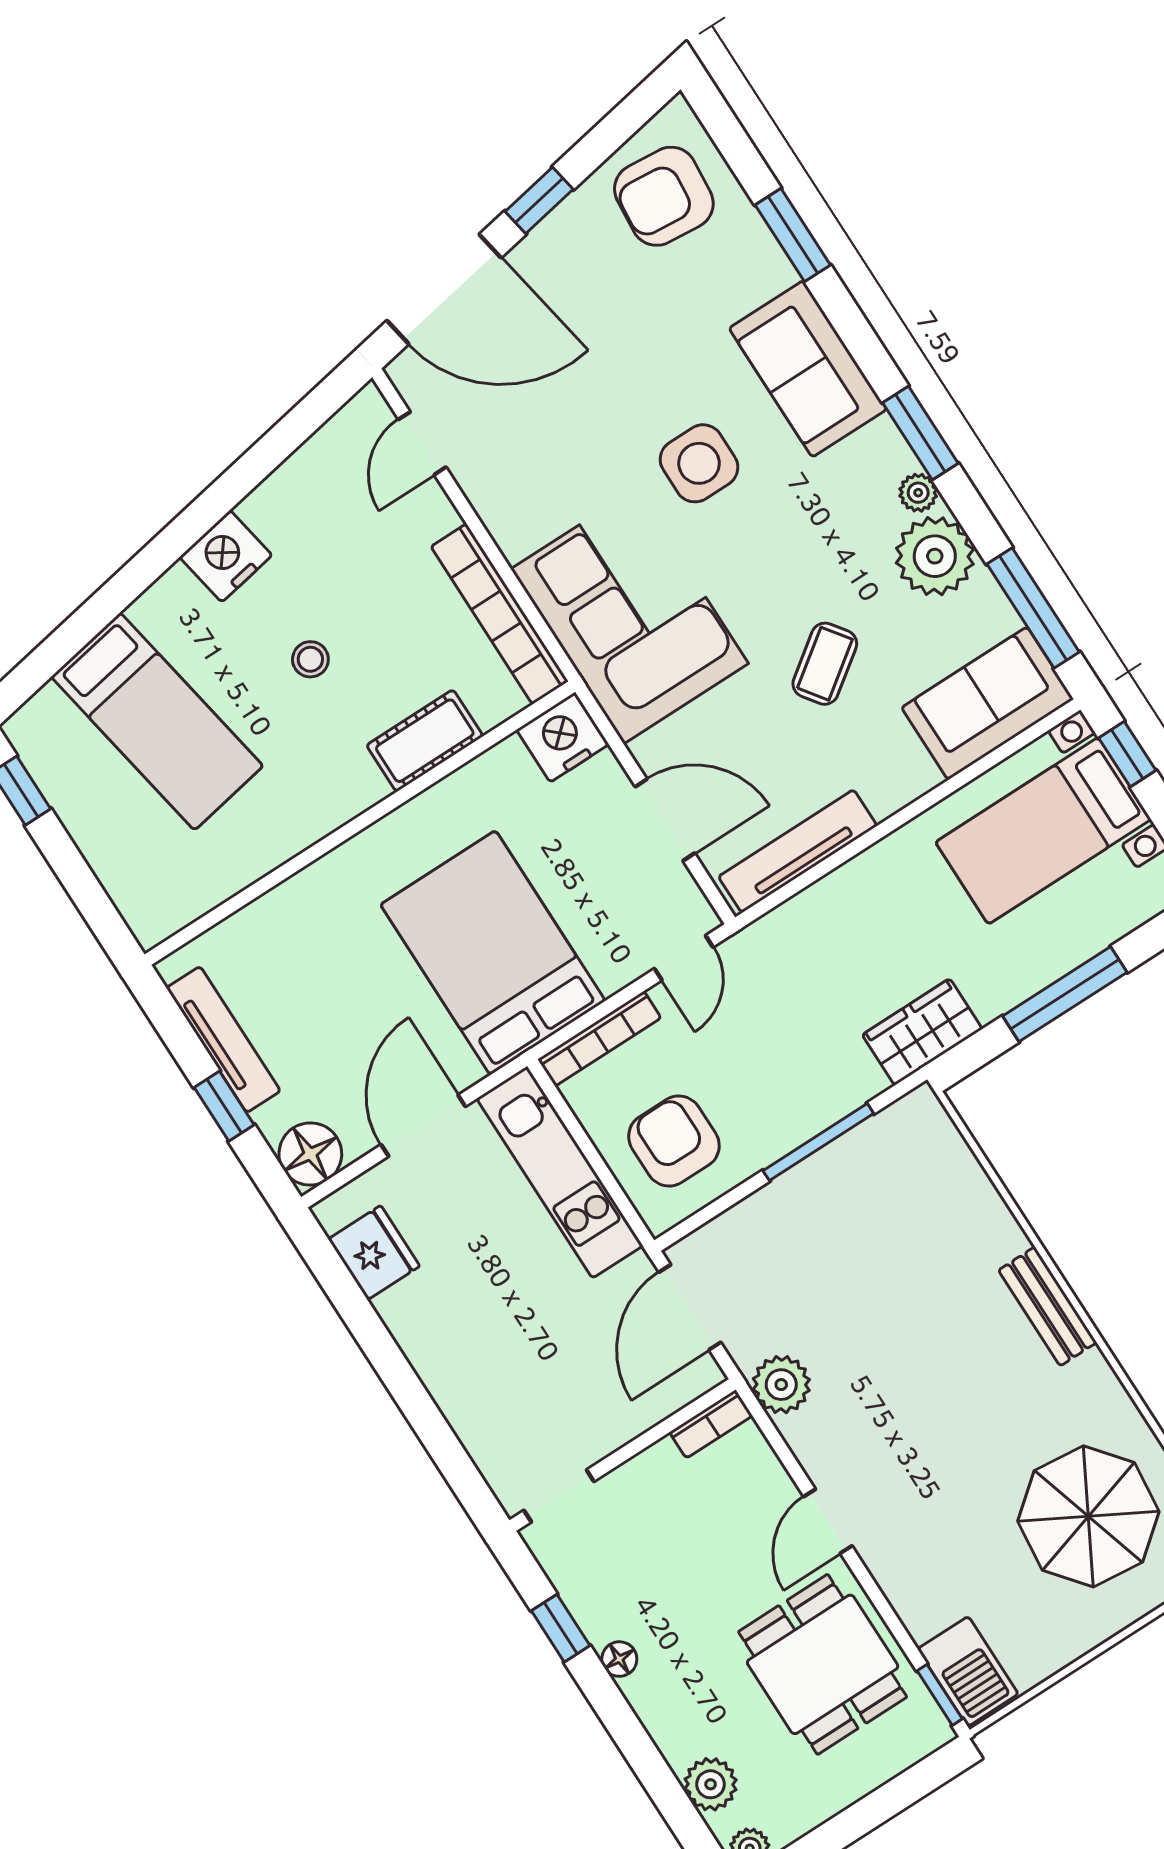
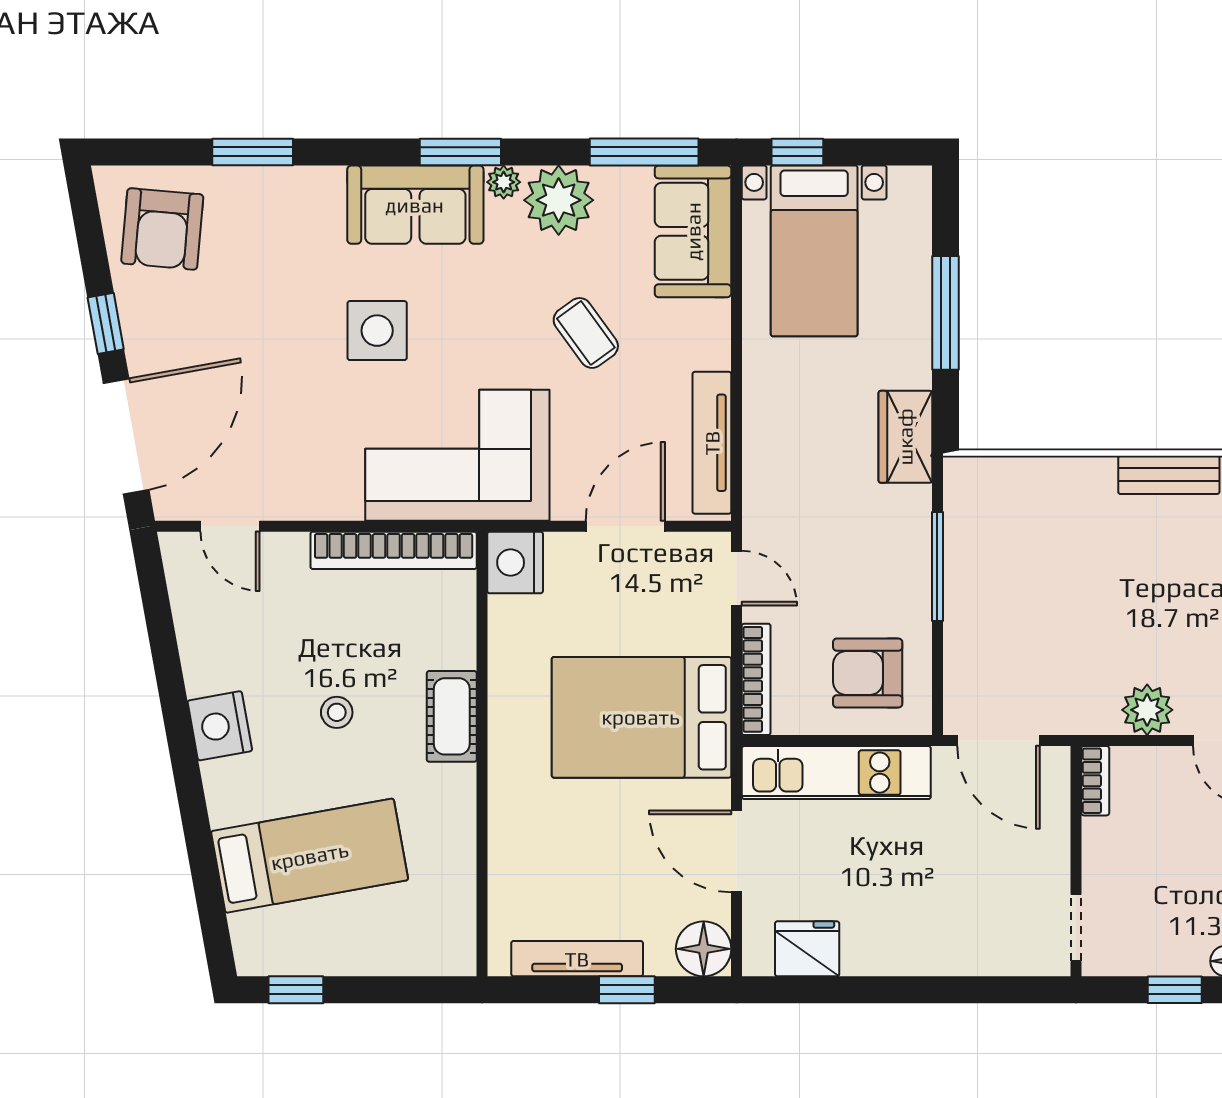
sofa: (808, 369) -> (415, 205), moved
cot: (425, 741) -> (452, 716), moved
plant: (781, 1385) -> (1147, 710), moved

